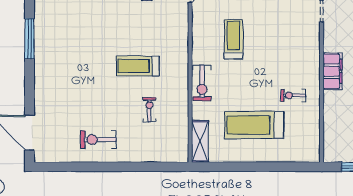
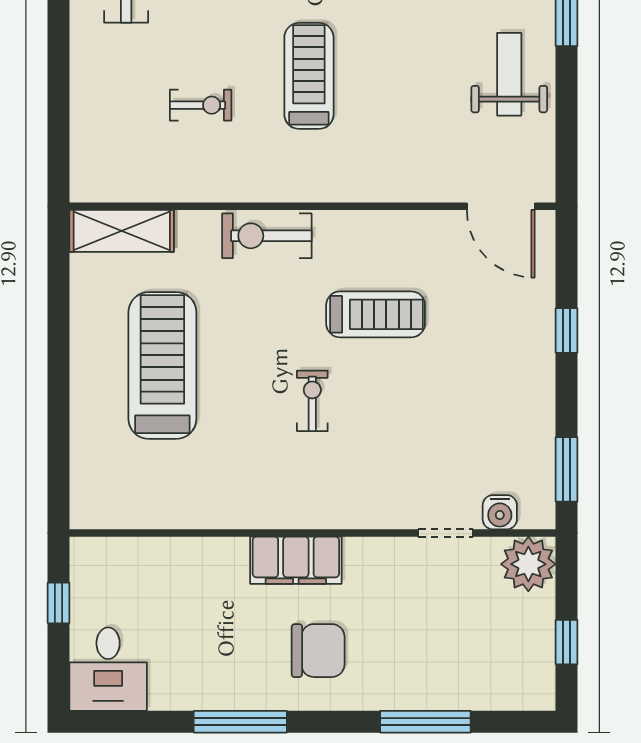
exercise bike: (293, 95) -> (312, 401), moved

